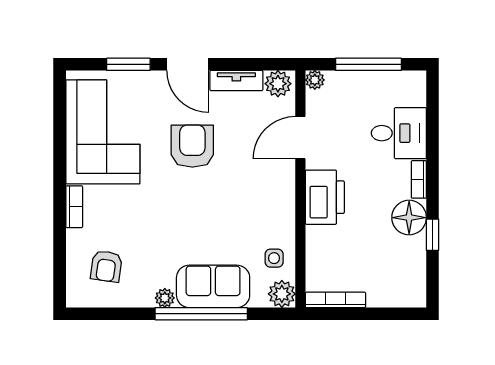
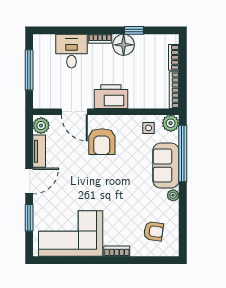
plant: (315, 80) -> (39, 103), removed
armchair: (192, 146) -> (102, 142), moved, turned -90
bookcase: (389, 299) -> (174, 57), added
window: (201, 314) -> (183, 154), moved

